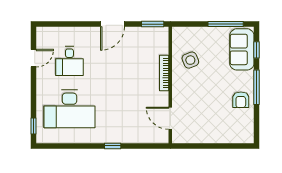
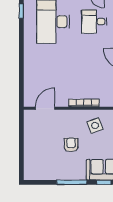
armchair: (241, 100) -> (71, 145), moved, turned 90
window: (113, 146) -> (21, 11), moved

